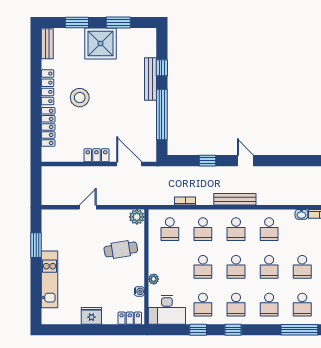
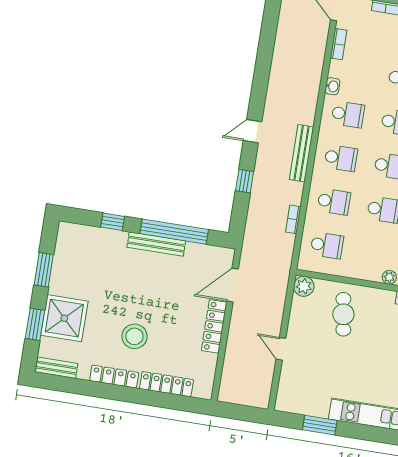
shower: (100, 43) -> (64, 318), moved
bench: (151, 79) -> (156, 244), moved
locker: (97, 155) -> (214, 326), width x1.53
washbasin: (301, 214) -> (332, 86), moved

